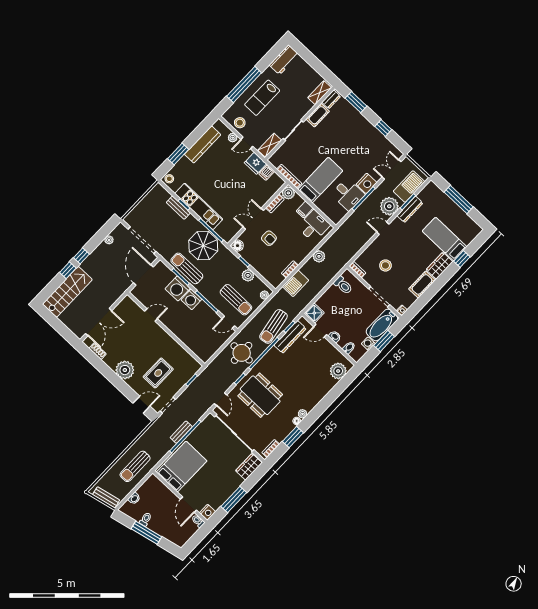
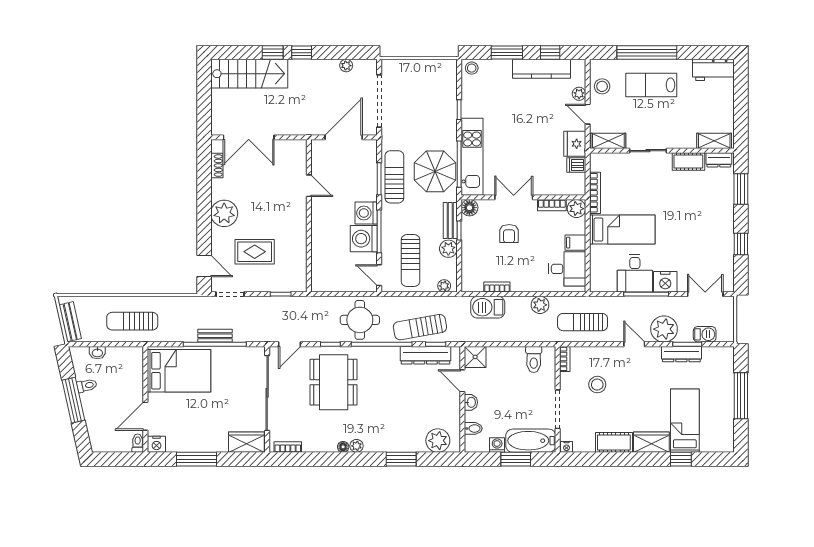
window: (198, 133) -> (550, 53), added
barbecue: (409, 186) -> (705, 334), width x0.53, depth x0.65
kitchen unit: (199, 206) -> (472, 157), moved
bench: (178, 208) -> (450, 220), moved
sun lounger: (348, 243) -> (583, 322), added
washing machine: (178, 289) -> (364, 239), moved
window: (293, 437) -> (401, 459), moved

